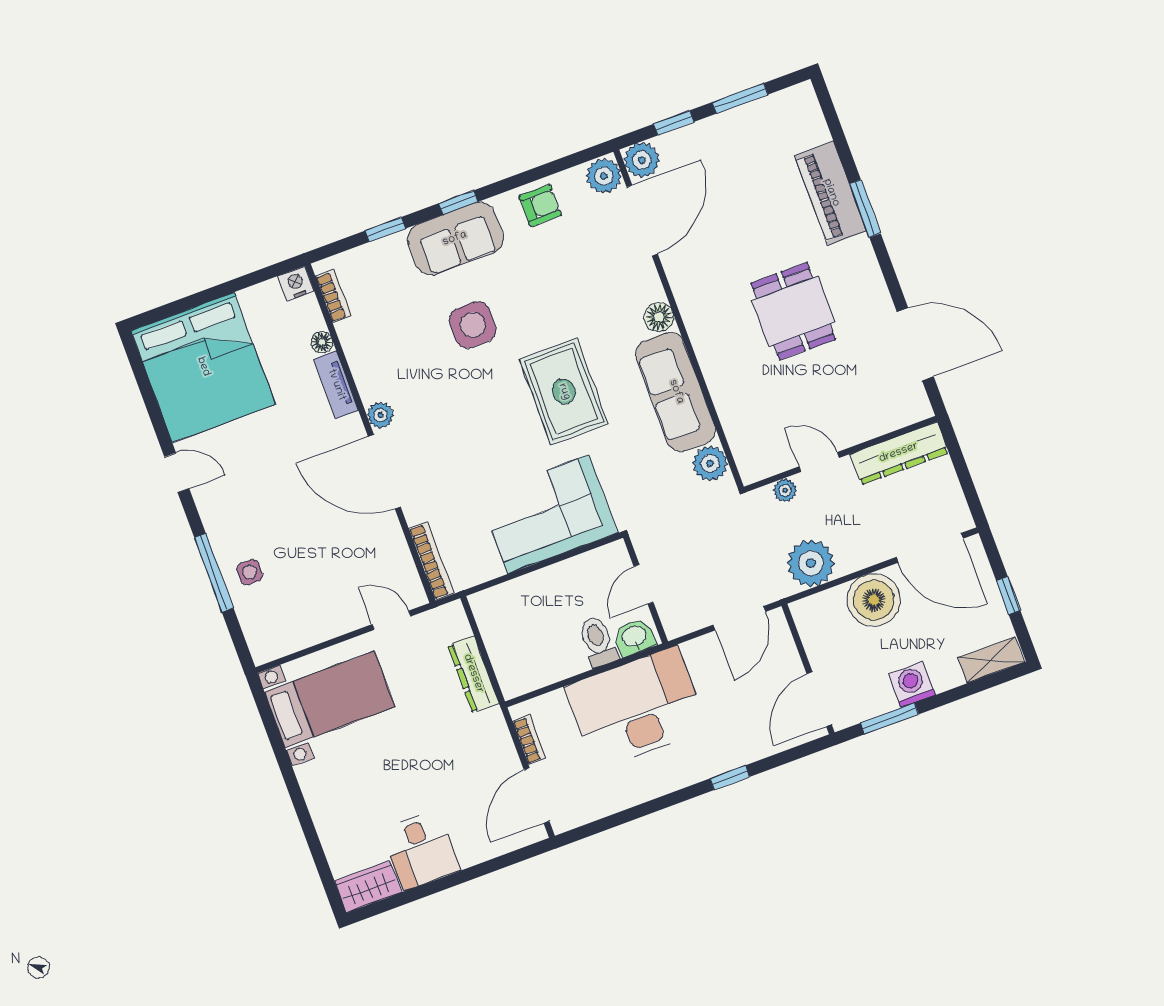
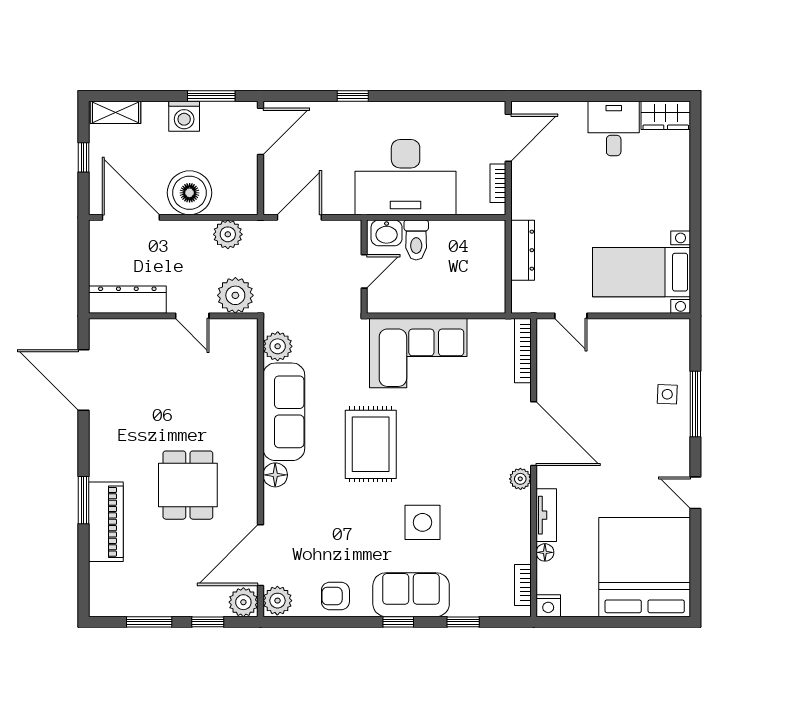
dining table: (793, 311) -> (188, 485), moved
plant: (785, 490) -> (235, 295), width x1.88, depth x1.88
plant: (811, 563) -> (228, 234), width x0.73, depth x0.73

